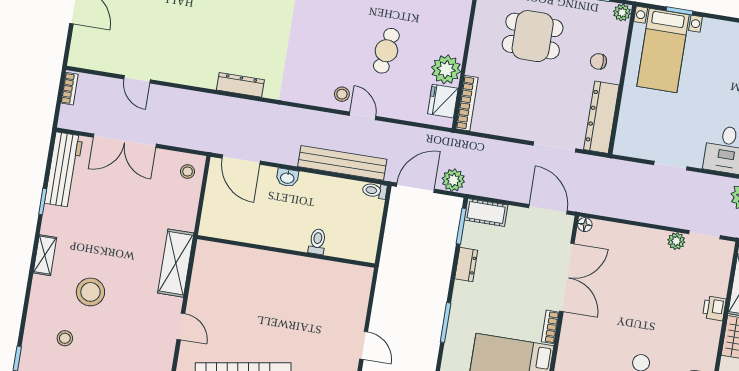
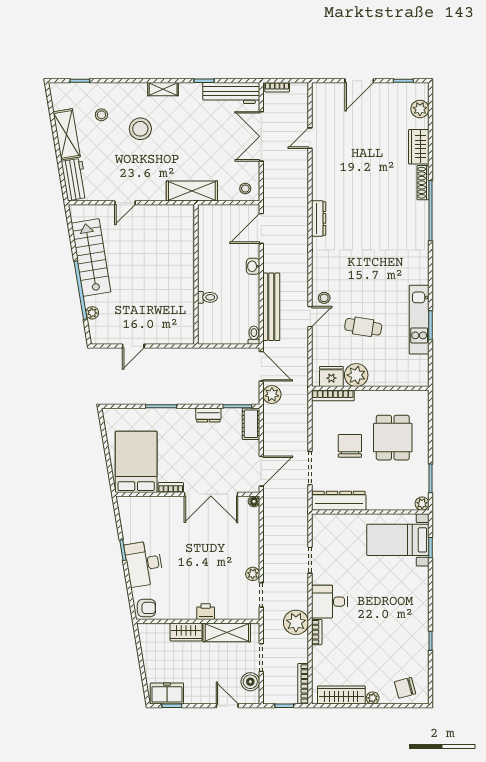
chair: (598, 61) -> (350, 446), moved, width x1.87, depth x1.87
bookcase: (69, 89) -> (277, 87), moved
shelving: (176, 263) -> (192, 191), moved

